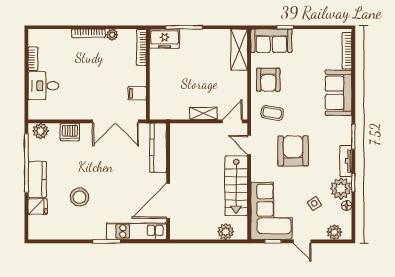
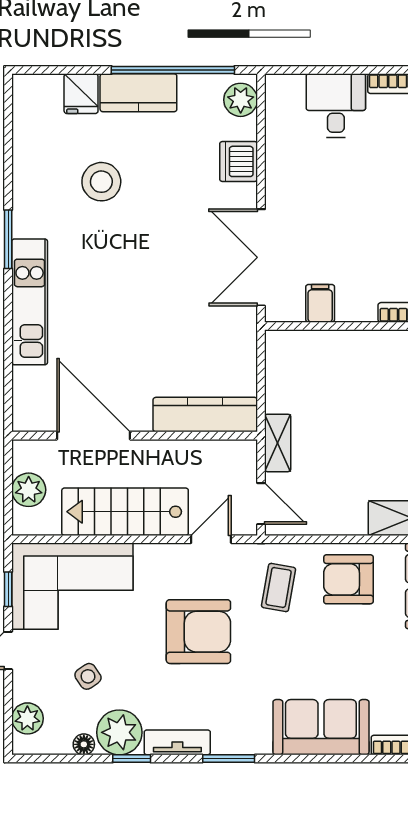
kitchen counter: (158, 148) -> (205, 415), moved
wall: (168, 181) -> (135, 436), moved
door: (168, 201) -> (93, 436), moved

